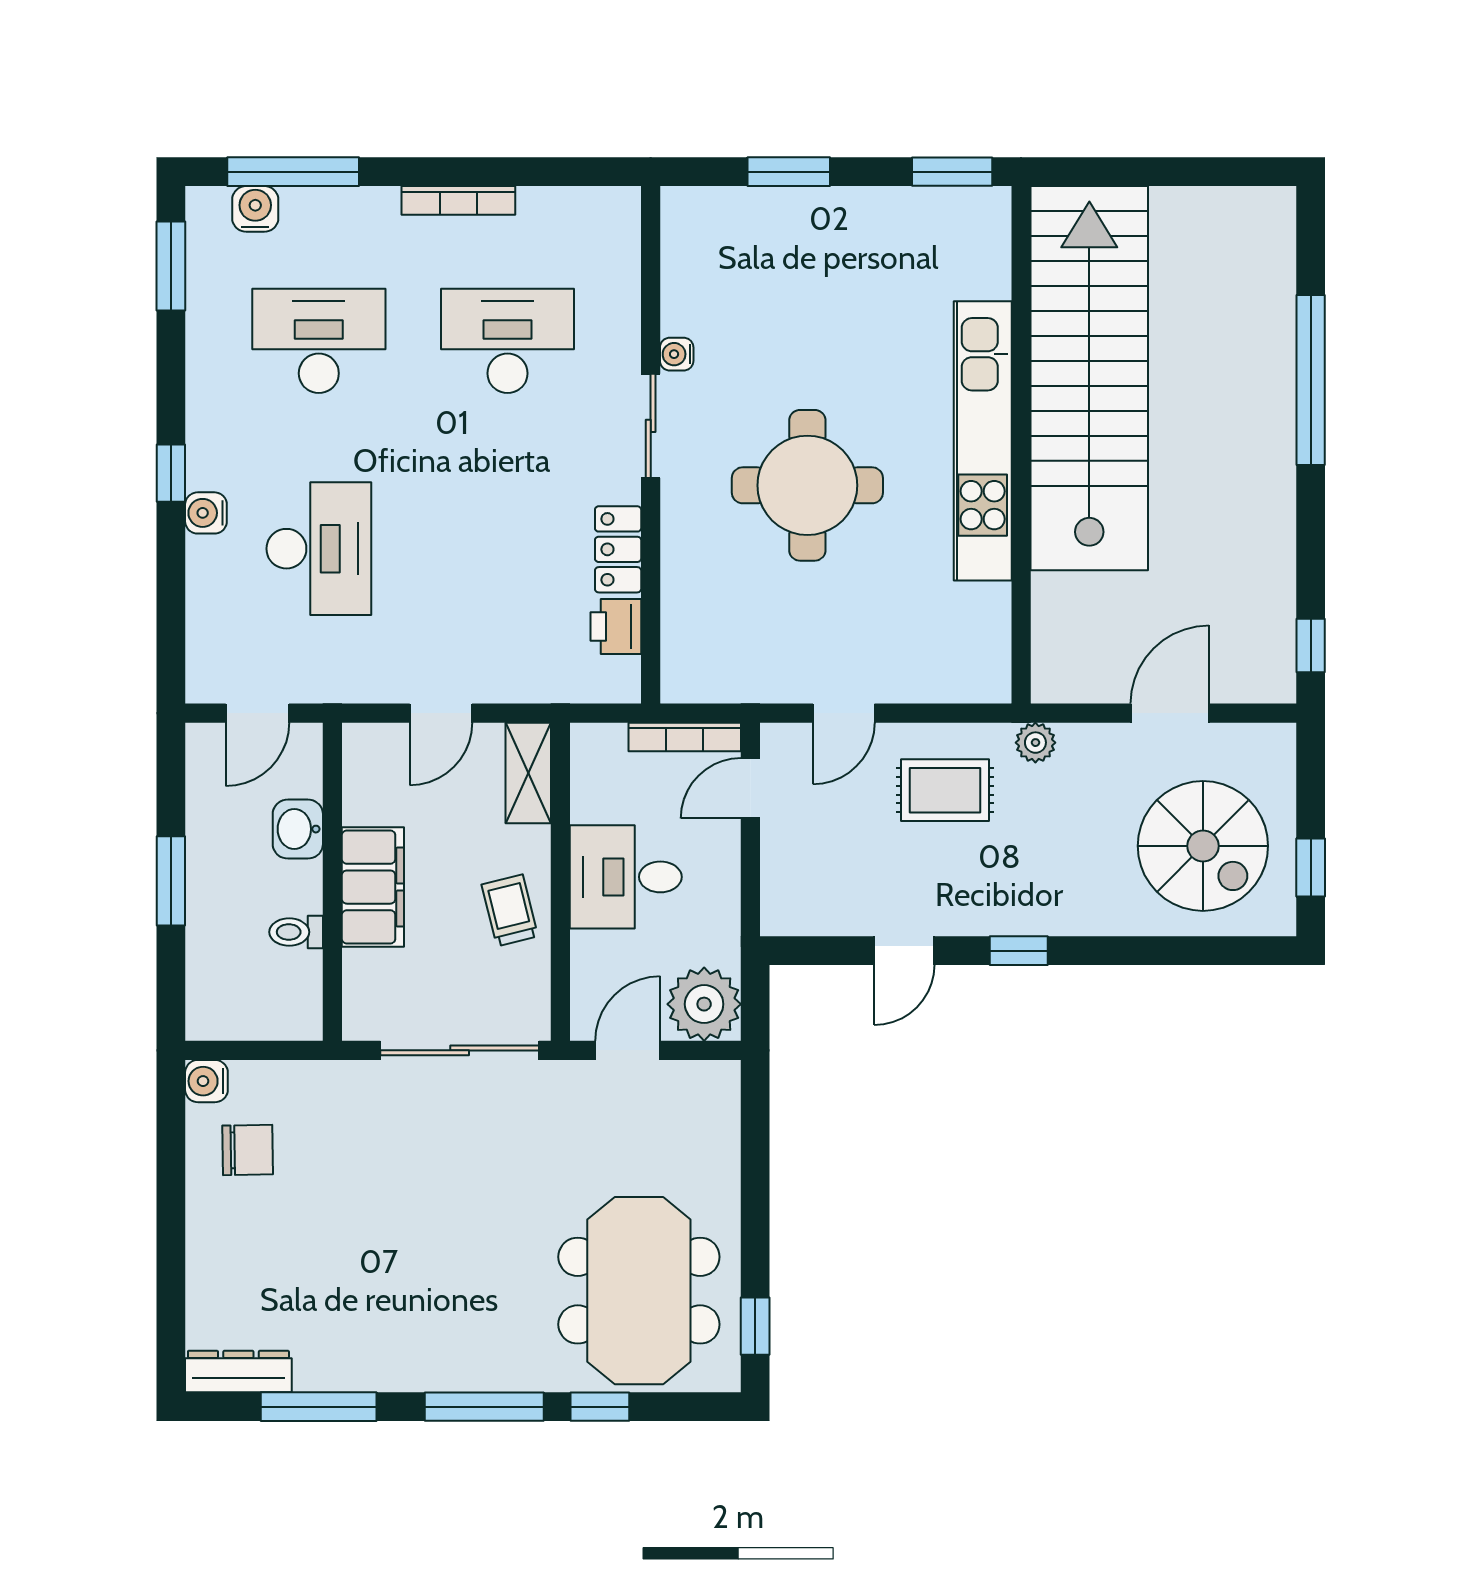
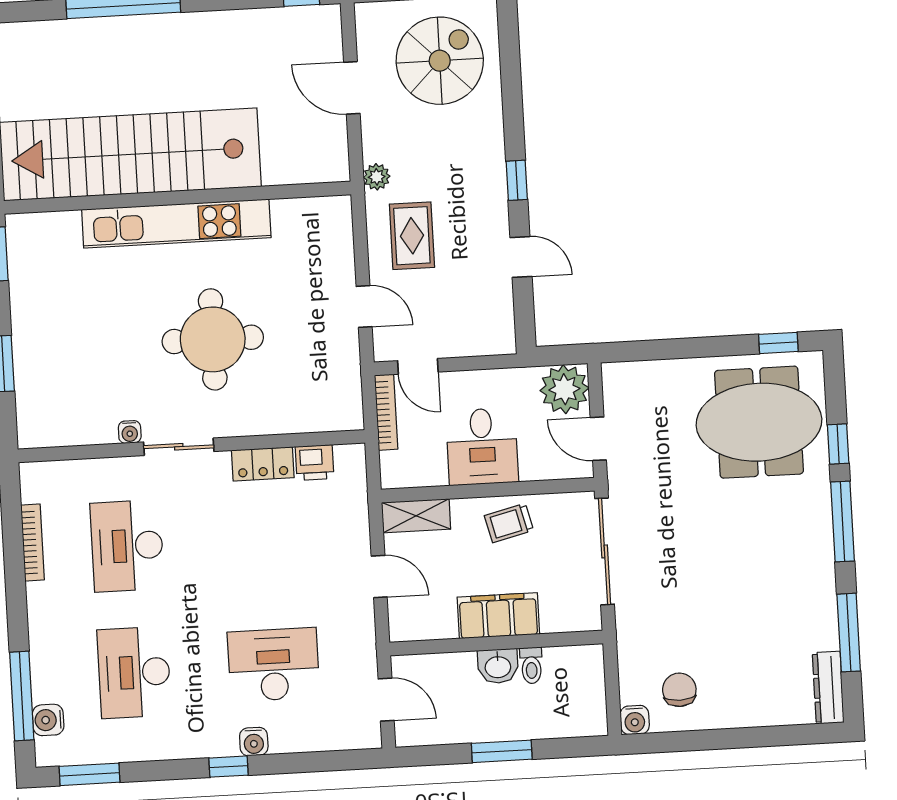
bookcase: (458, 200) -> (32, 542), moved
washbasin: (298, 829) -> (498, 666), moved

